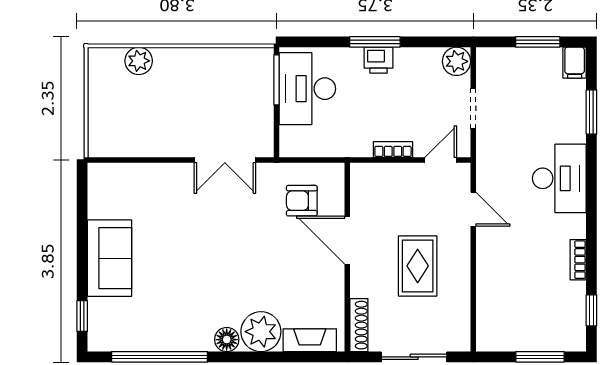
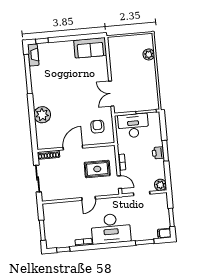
desk: (307, 89) -> (133, 126), moved
desk: (559, 178) -> (111, 229), width x1.36, depth x1.30
door: (473, 209) -> (89, 198), moved
door: (347, 240) -> (73, 148), moved
sofa: (110, 258) -> (90, 48), moved
rug: (418, 266) -> (97, 169), moved
floor lamp: (227, 340) -> (38, 101), removed
fireplace: (310, 340) -> (33, 55), moved

